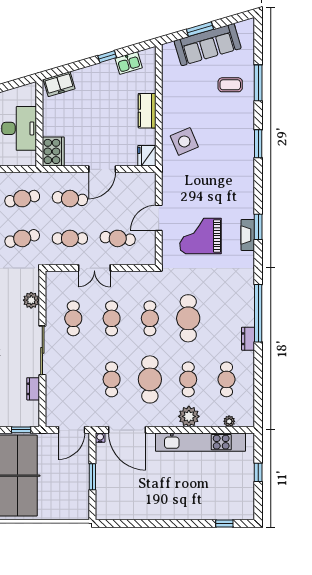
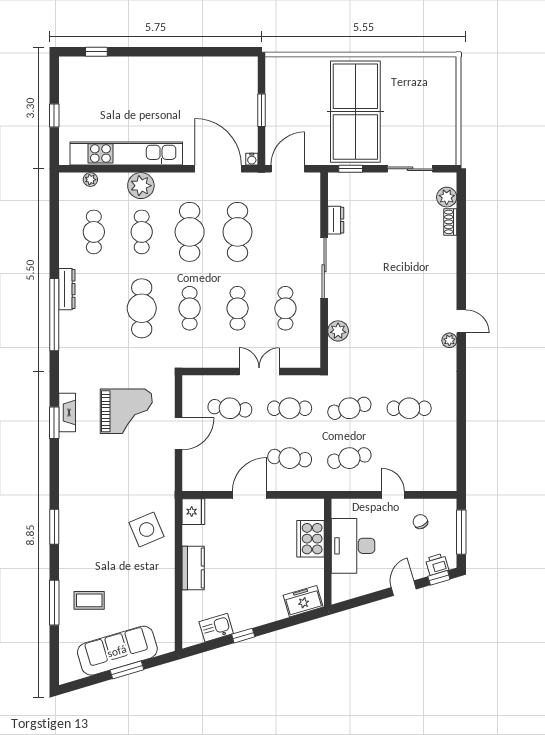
cooker: (53, 151) -> (311, 539), moved
dresser: (248, 339) -> (67, 289), width x1.44
cafe table: (112, 379) -> (238, 232), width x1.37, depth x1.35

